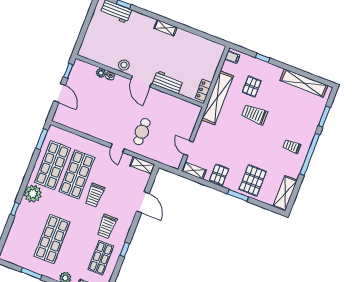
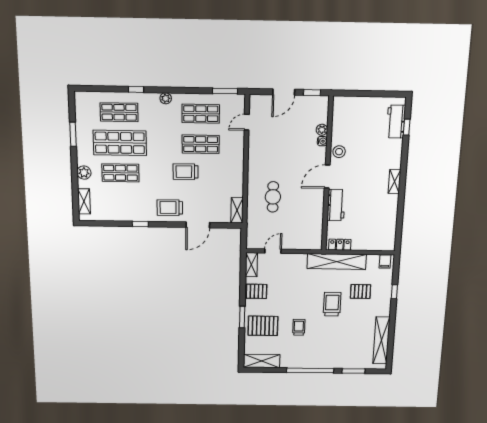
cafe table: (142, 132) -> (273, 197), turned 90
trolley: (292, 146) -> (299, 327), moved
door: (117, 148) -> (247, 122), moved
shop shelf: (53, 165) -> (201, 114), width x0.70, depth x0.74
shop shelf: (77, 174) -> (201, 144), width x0.70, depth x0.74
plant: (33, 194) -> (166, 98), width x0.53, depth x0.53
trolley: (107, 226) -> (170, 208), moved
shop shelf: (28, 230) -> (119, 112), added
shop shelf: (101, 258) -> (120, 173), moved

